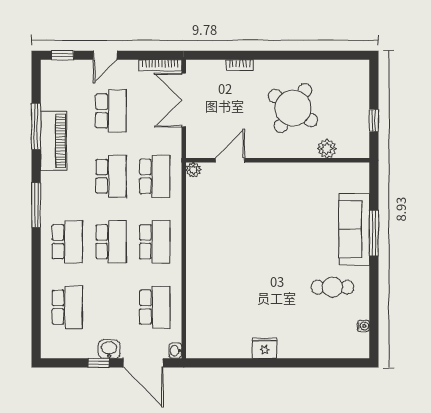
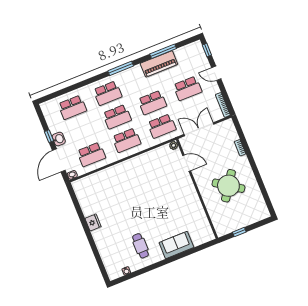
double door: (184, 100) -> (199, 129), moved
plant: (327, 149) -> (214, 213), removed
sofa: (354, 229) -> (176, 245), width x0.73
window: (374, 233) -> (179, 256), removed

